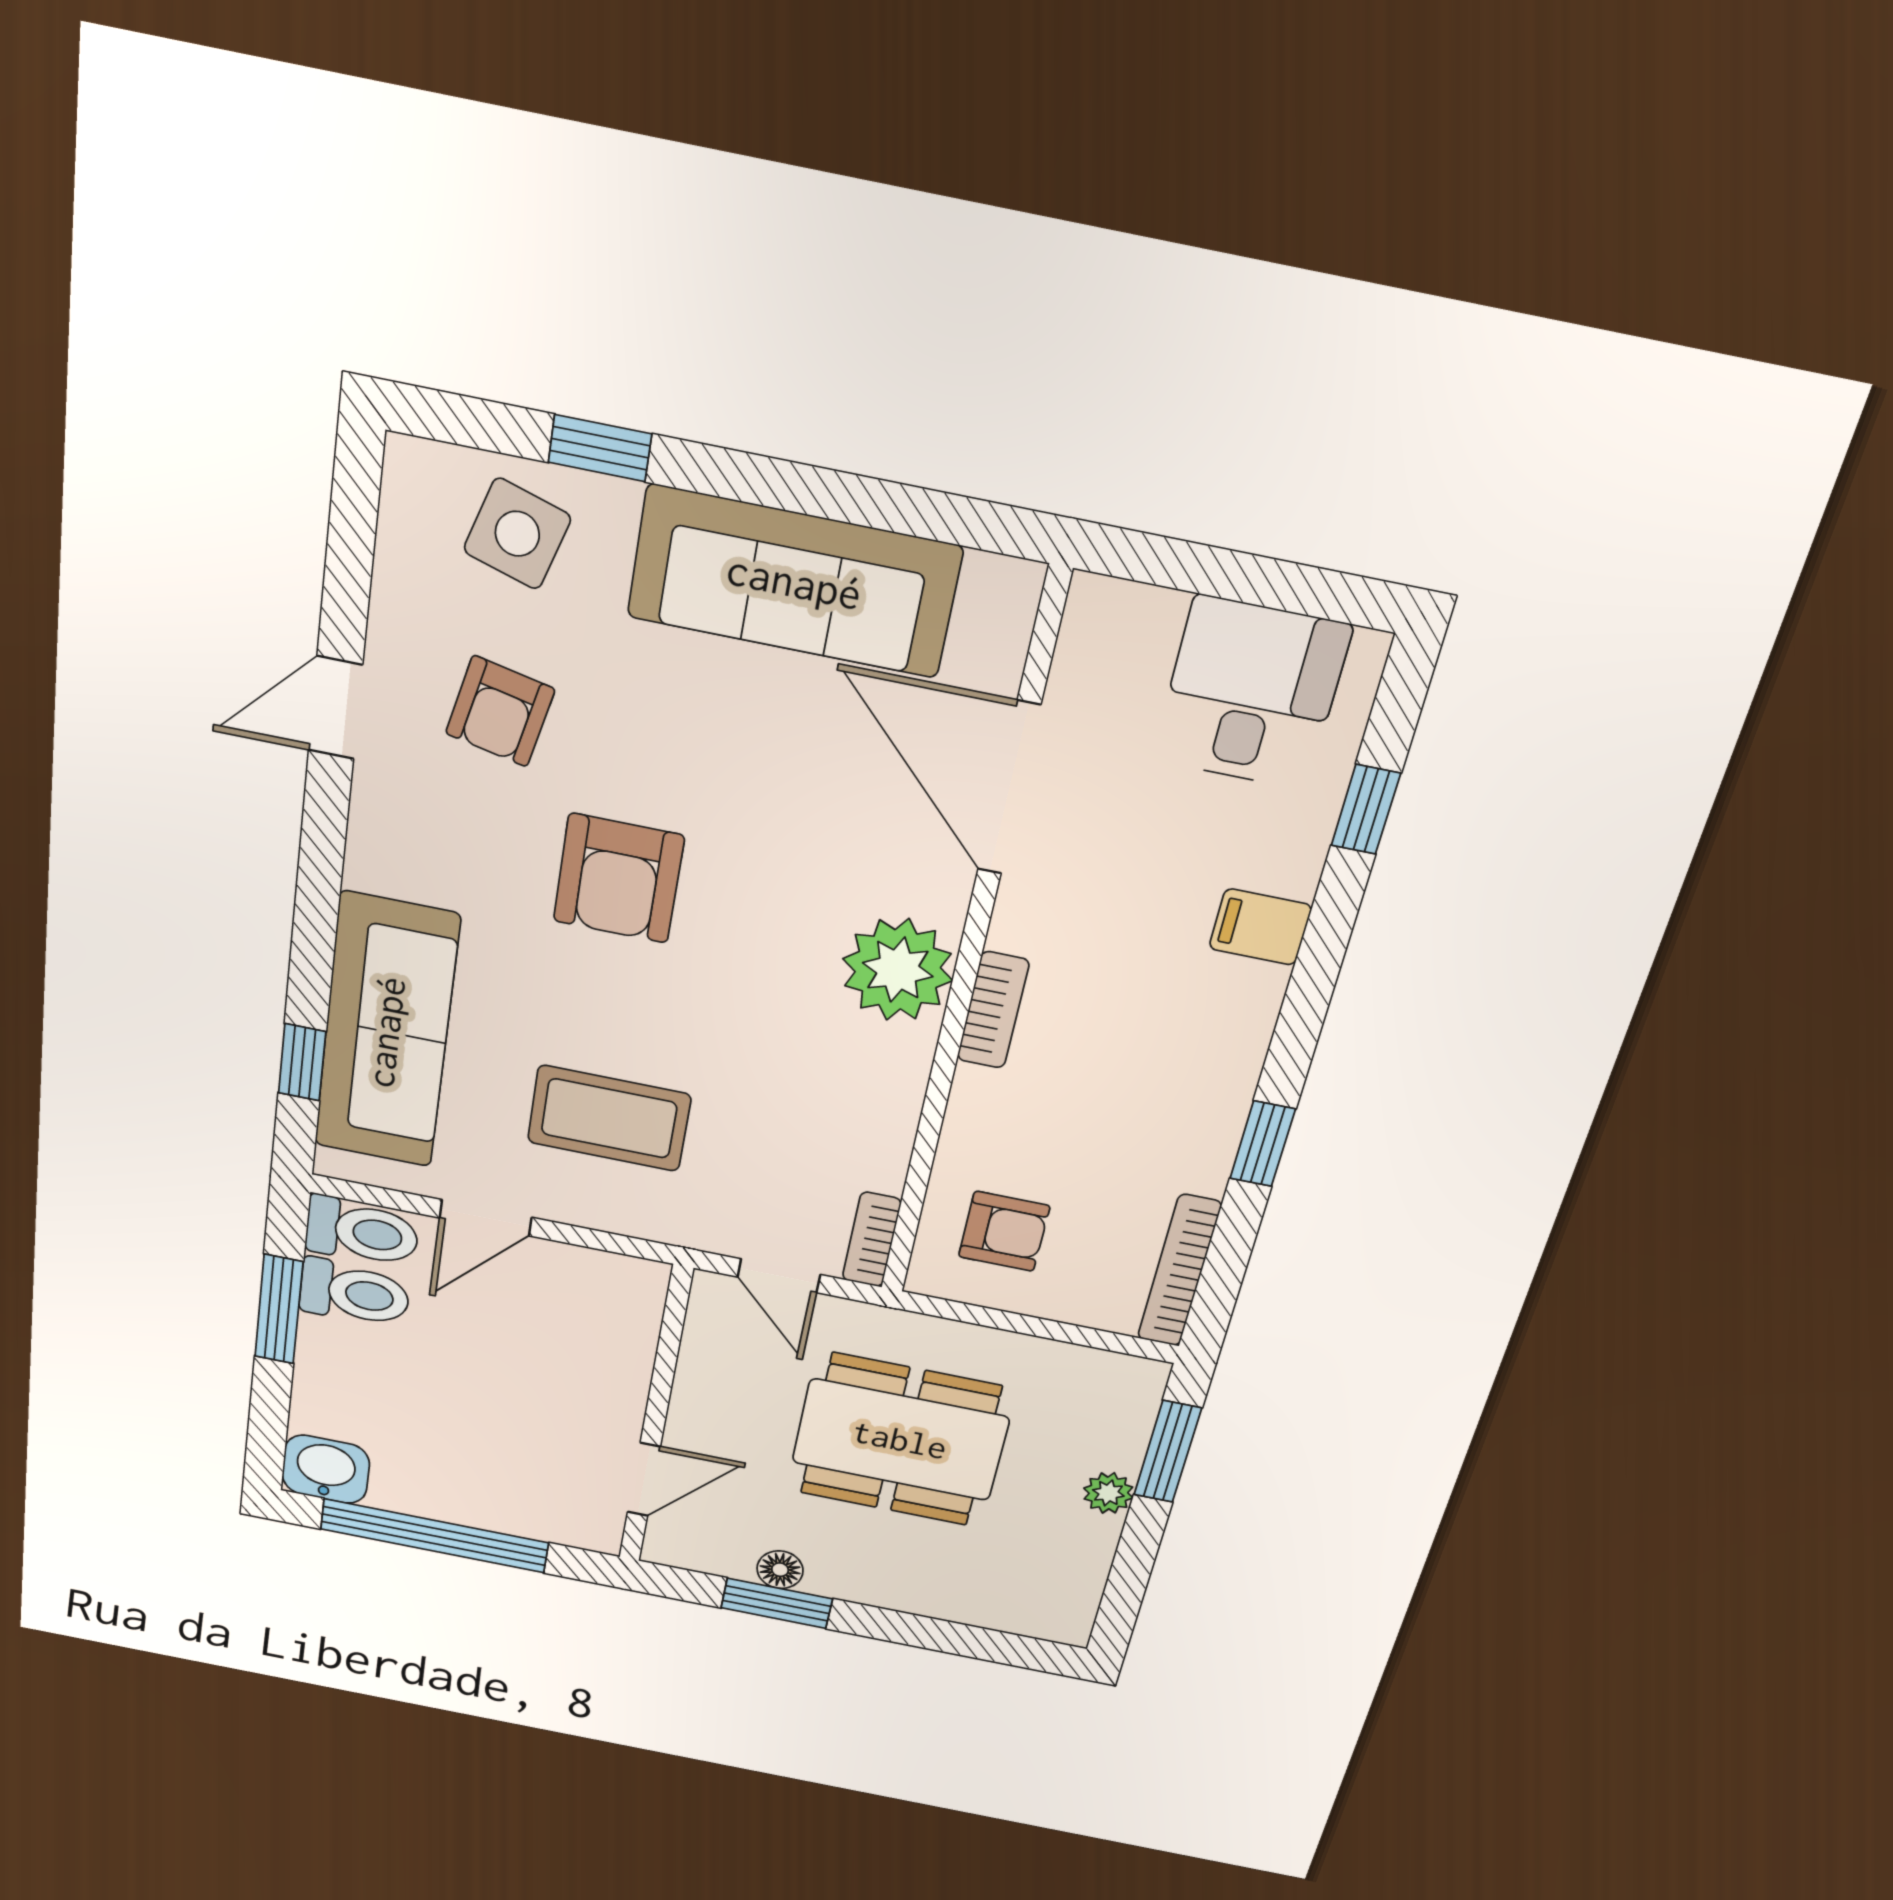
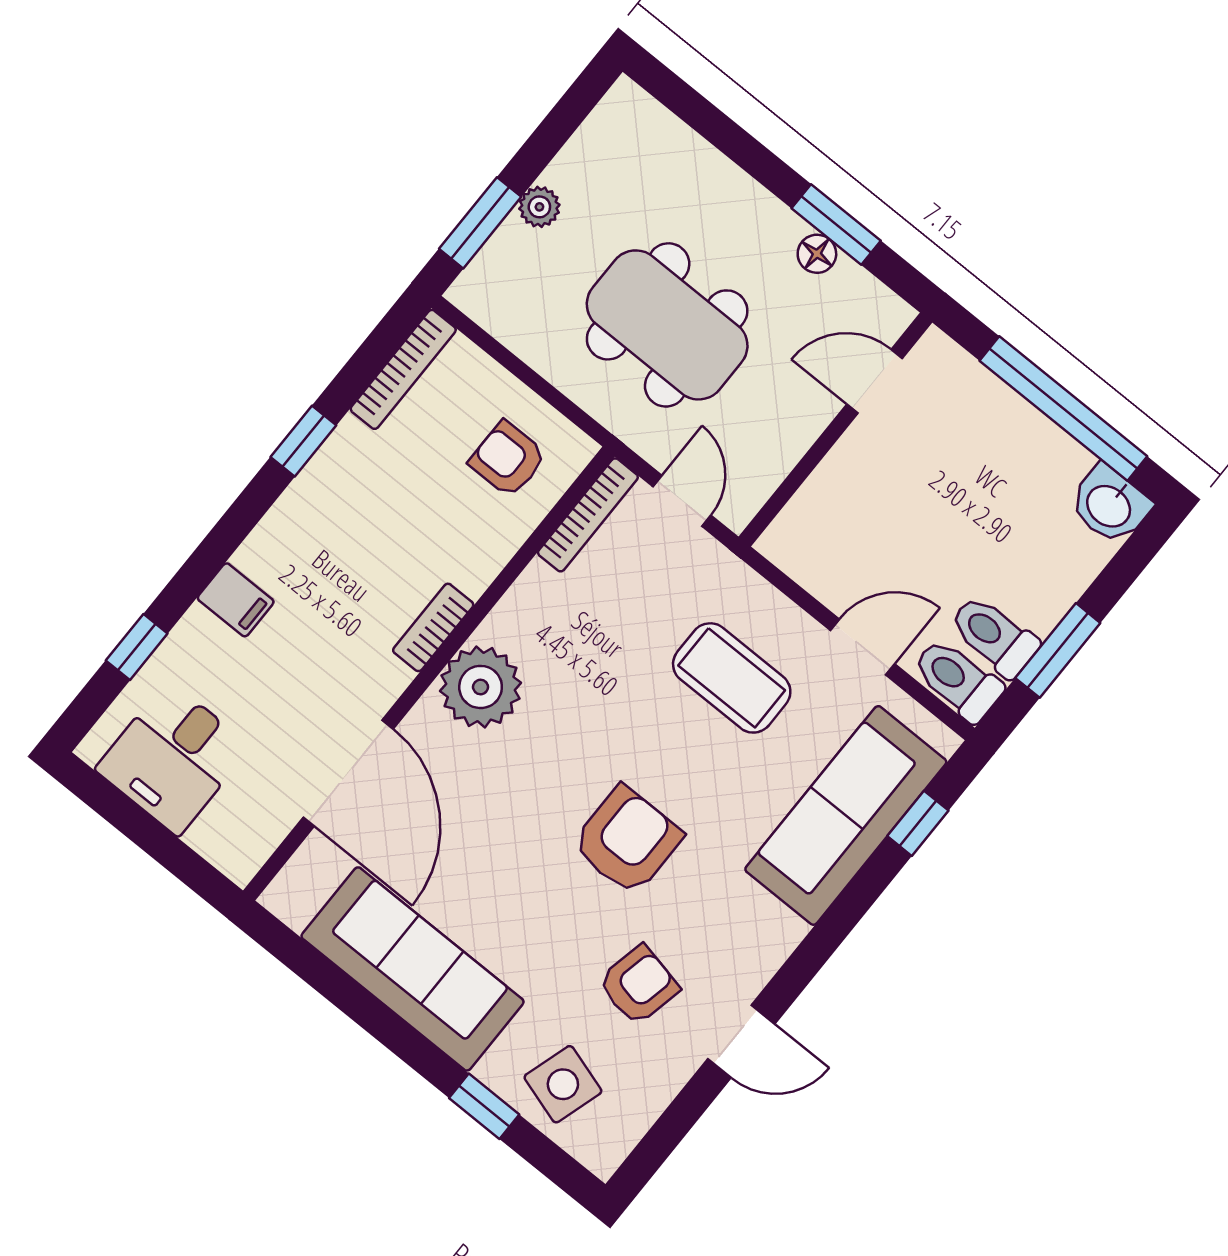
bookcase: (872, 1240) -> (588, 515), width x1.56

